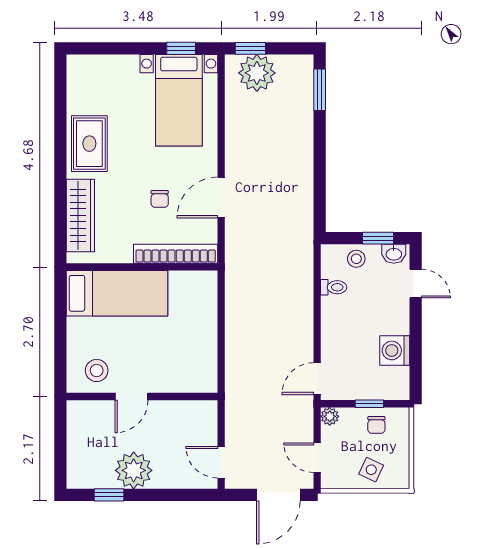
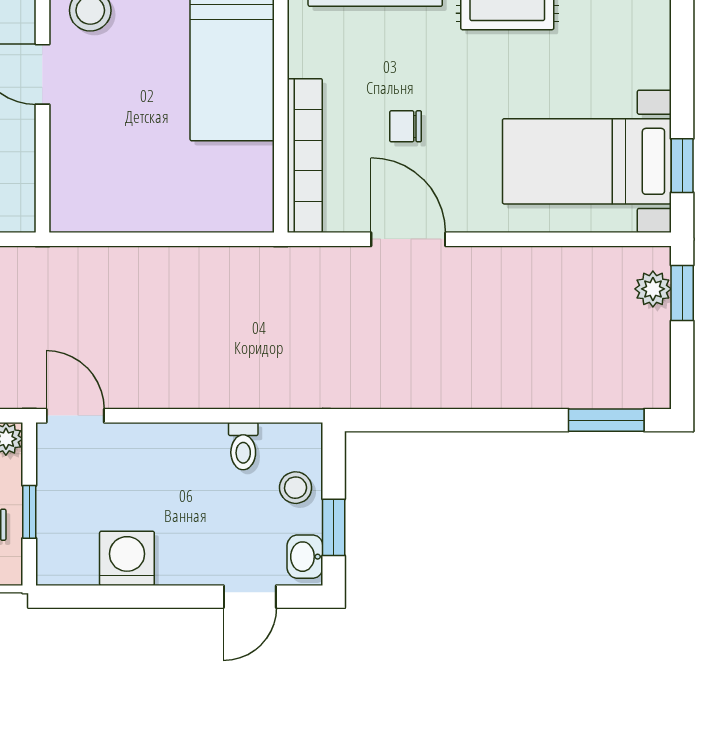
plant: (257, 73) -> (653, 289), width x0.53, depth x0.53

